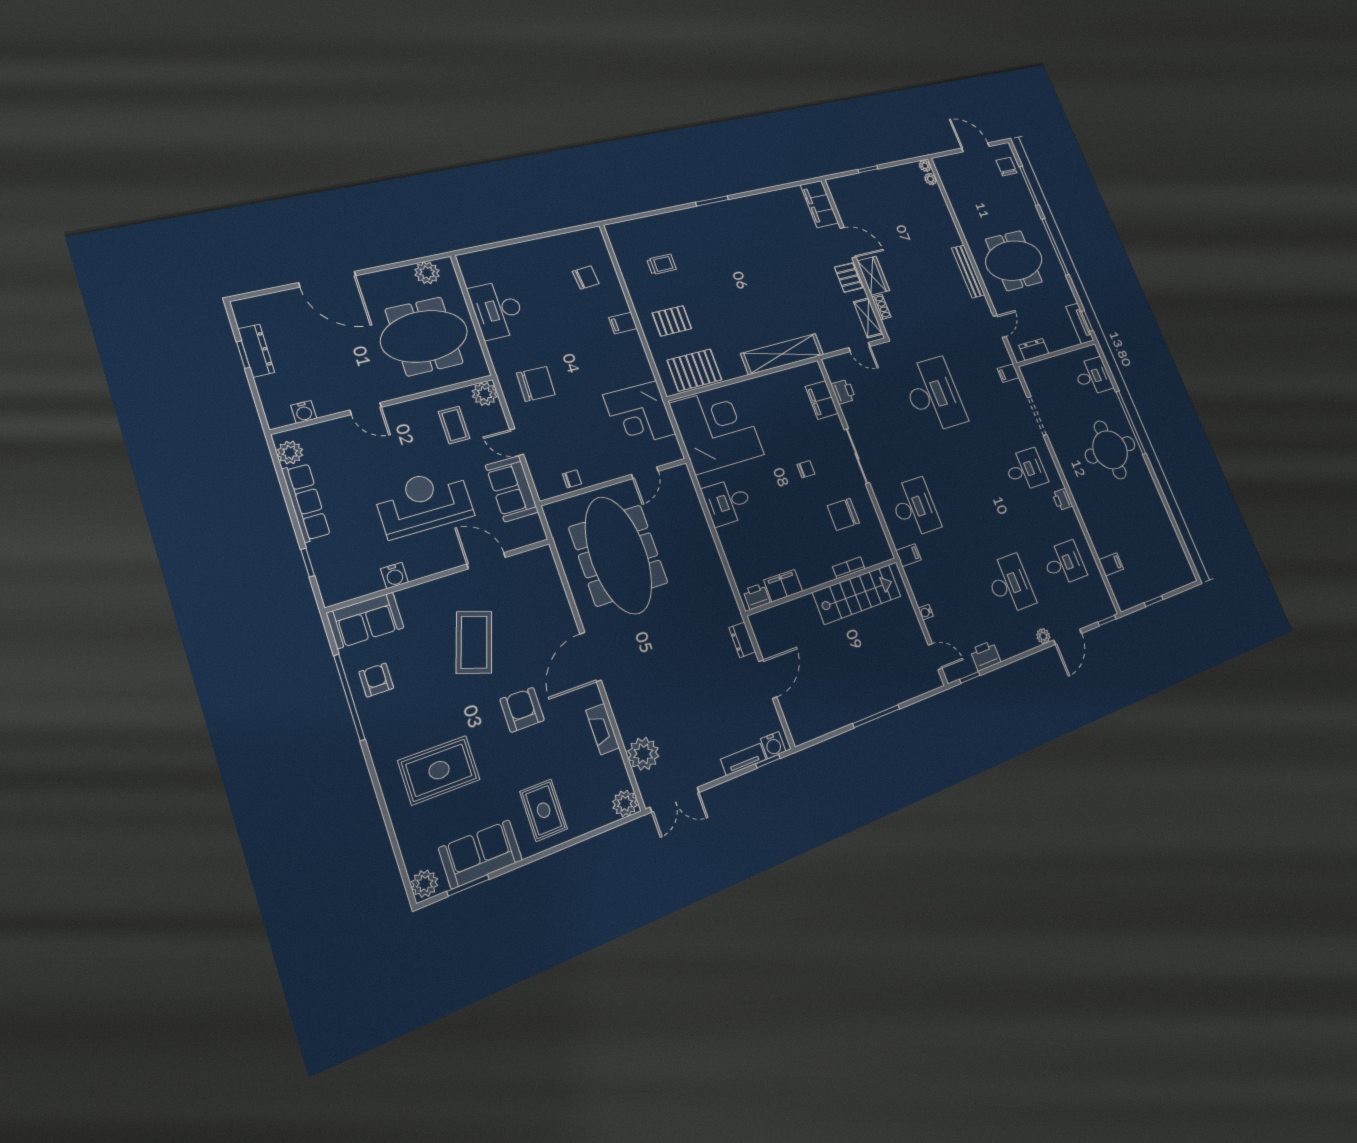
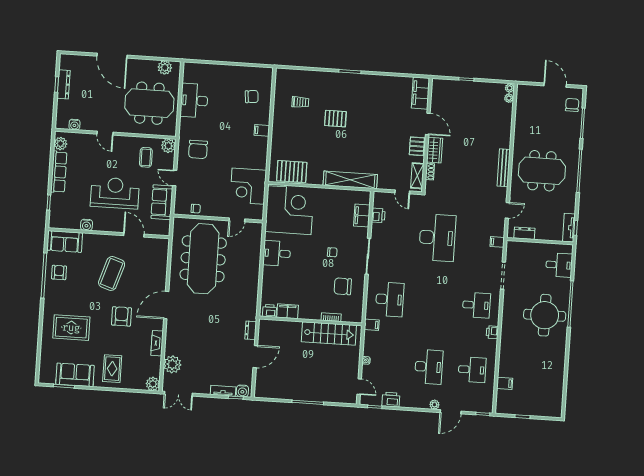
pallet: (672, 321) -> (335, 119), moved
chair: (536, 384) -> (198, 149), turned 88
plant: (425, 884) -> (45, 376), removed

